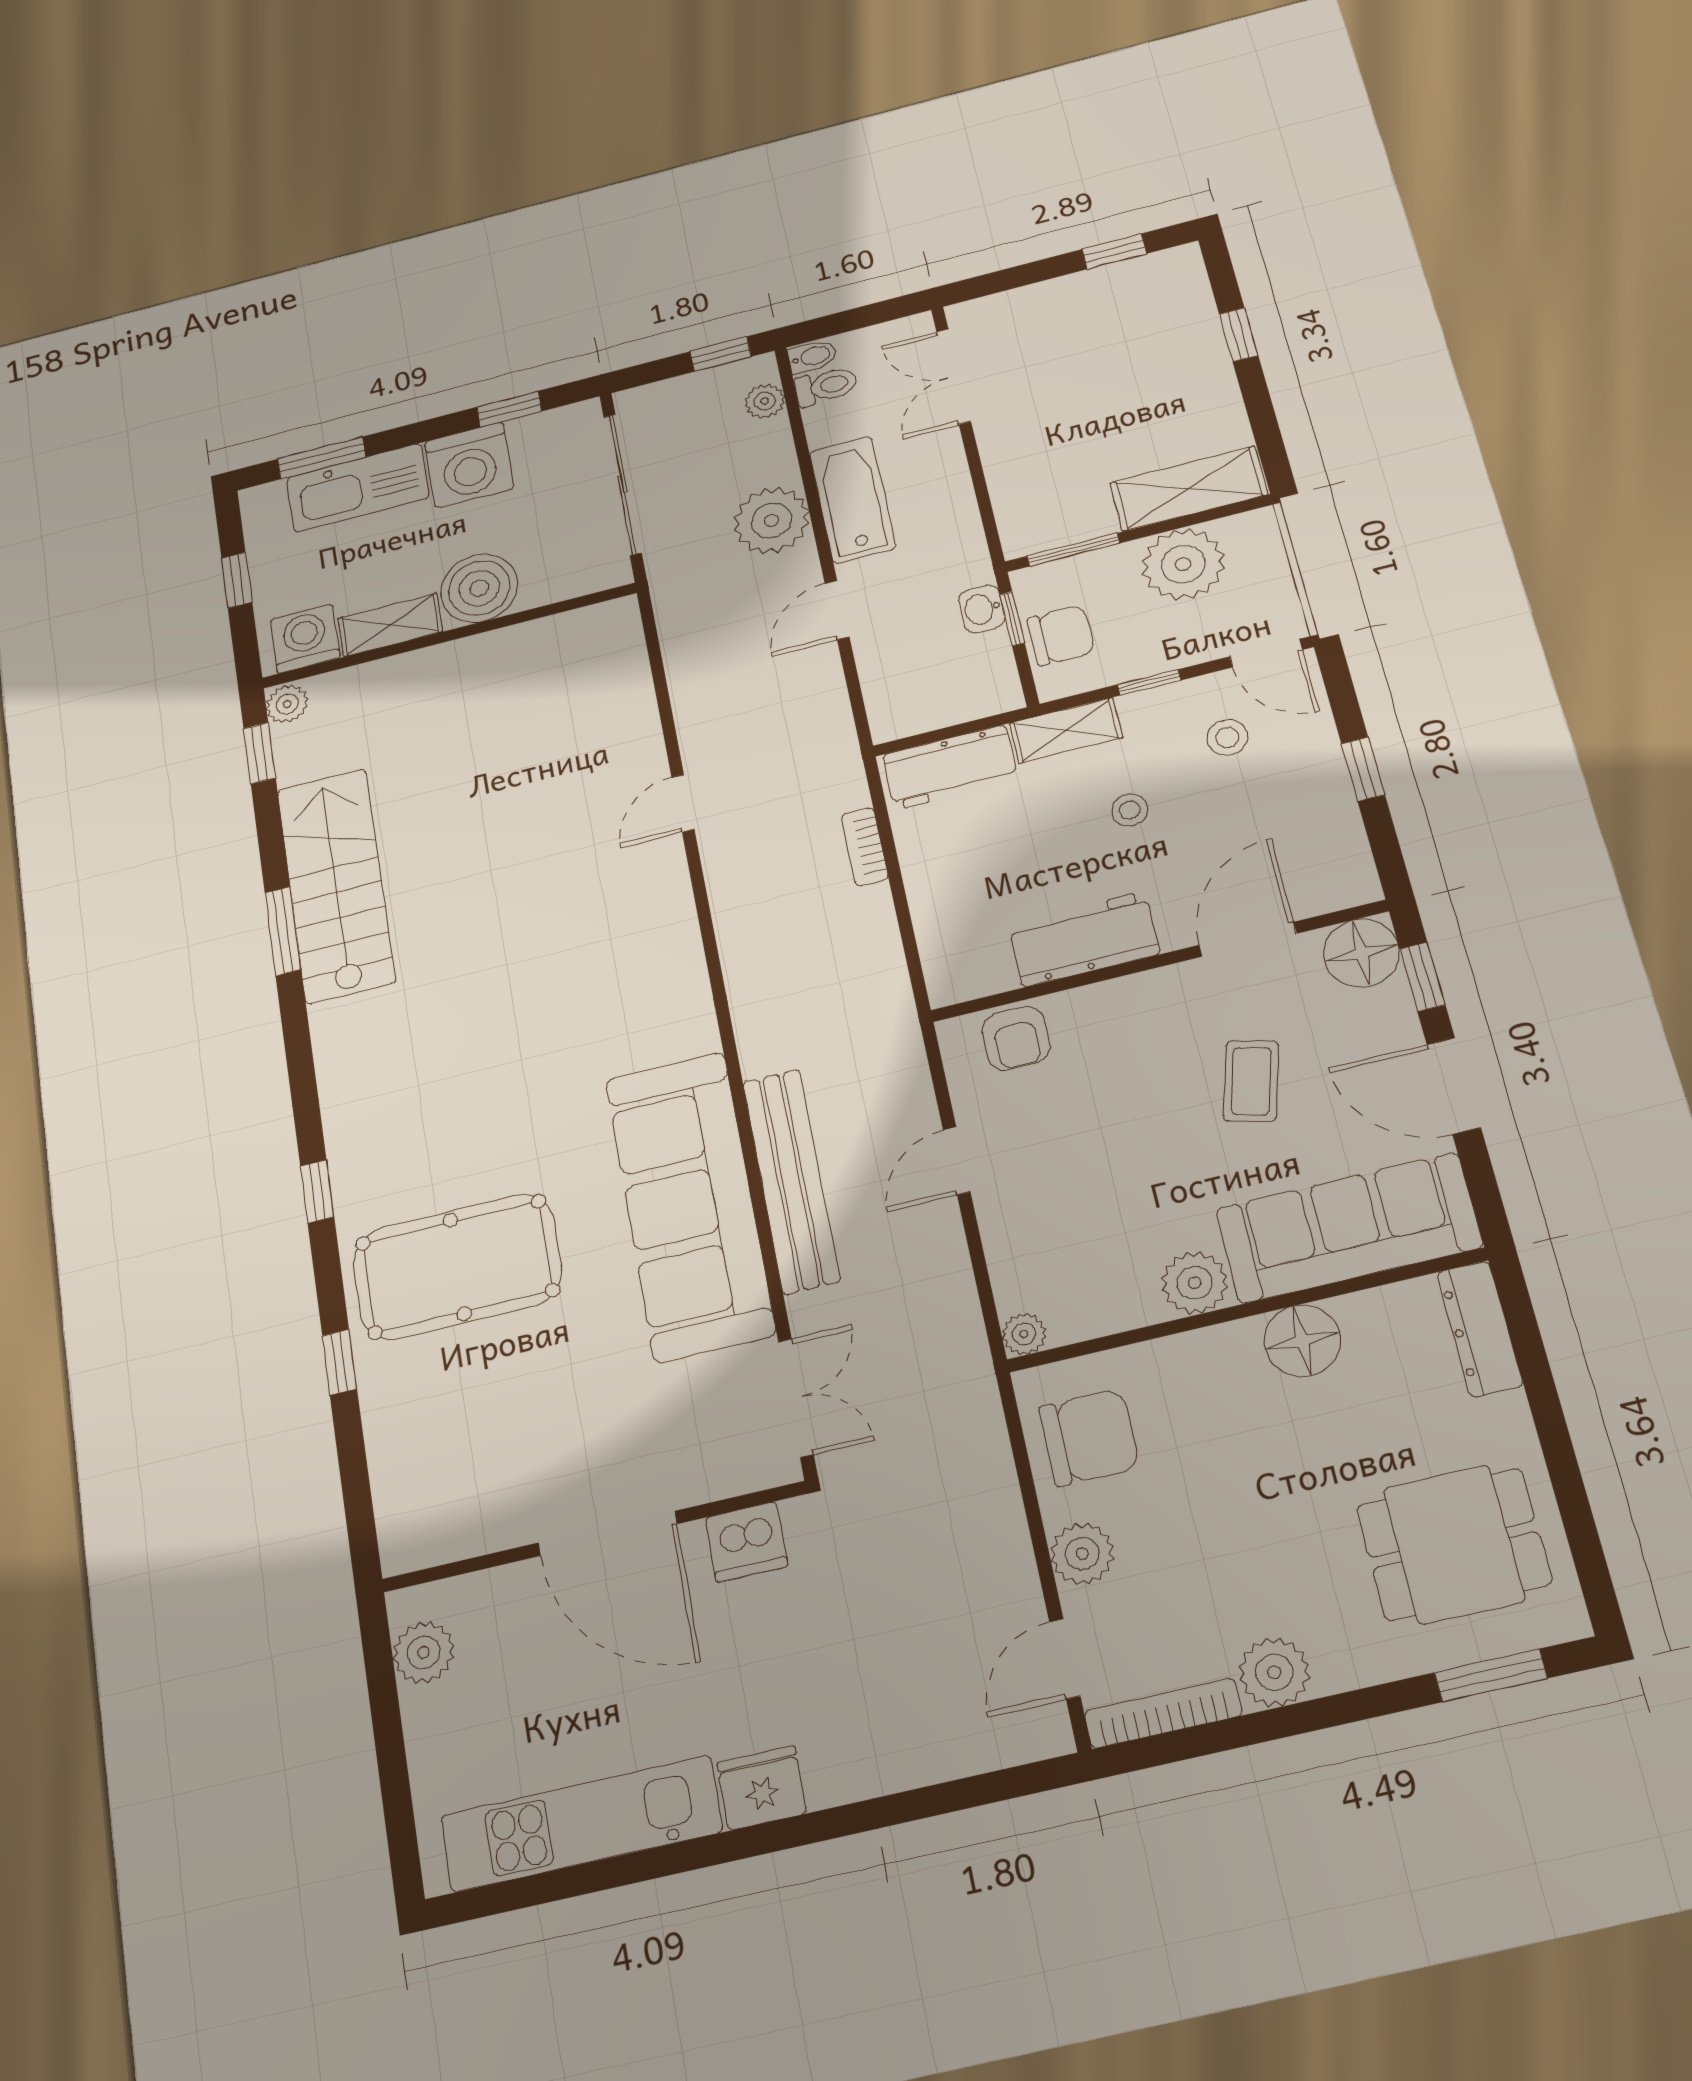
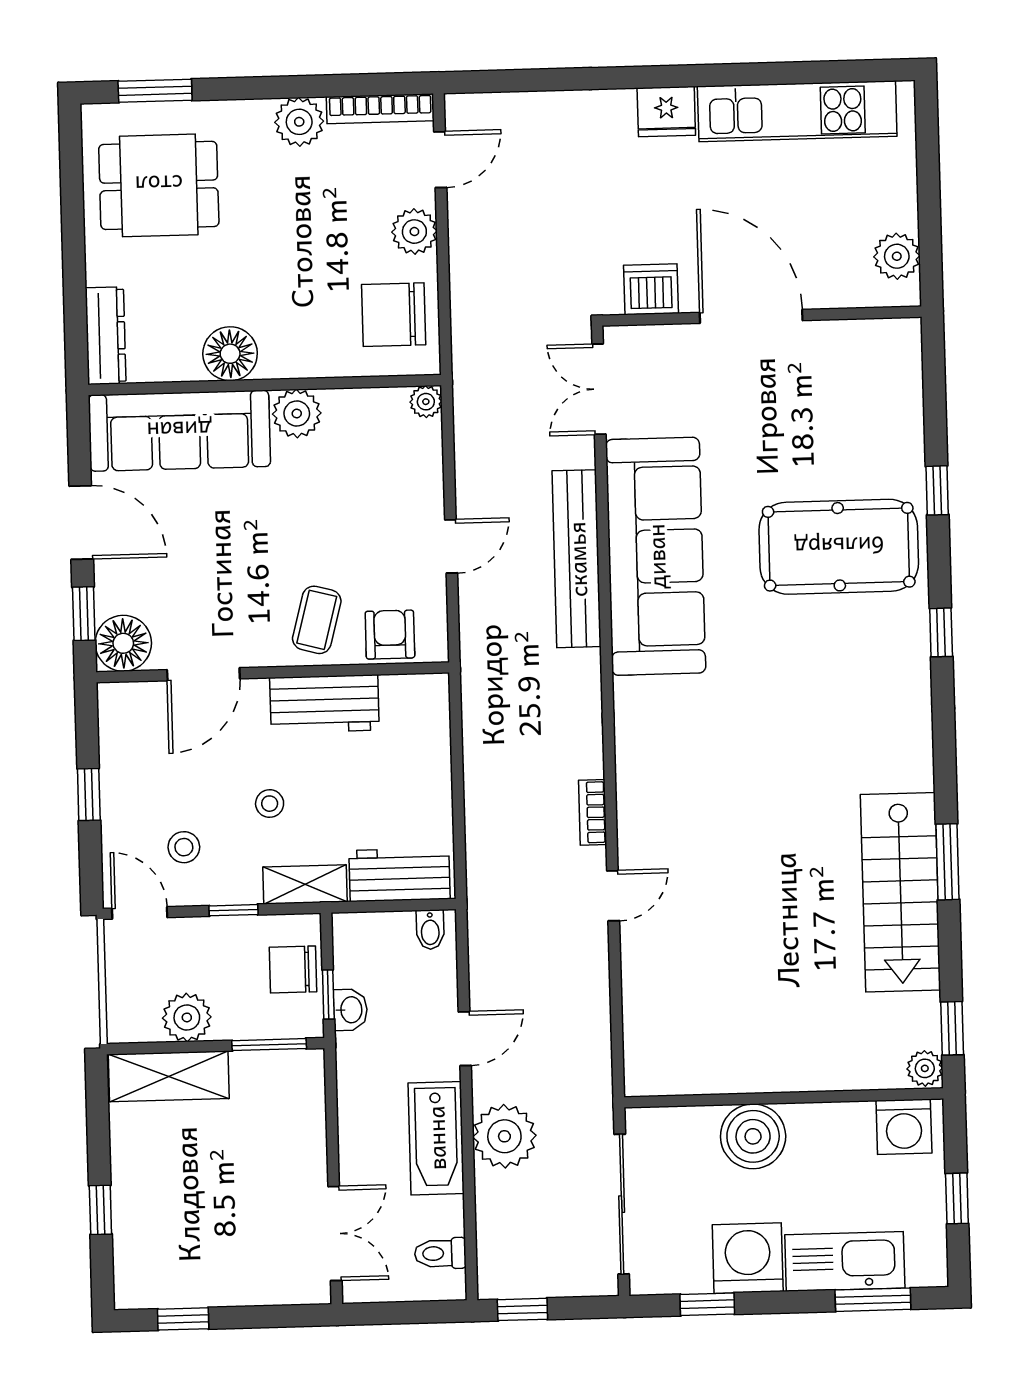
bidet: (812, 356) -> (430, 930), moved, turned -90
plant: (765, 401) -> (493, 1253), removed
plant: (1183, 564) -> (187, 1017), width x0.73, depth x0.73
shelving: (391, 625) -> (831, 1121), removed
bookcase: (865, 847) -> (593, 812), moved, turned 180
coffee table: (1251, 1081) -> (317, 620), moved

